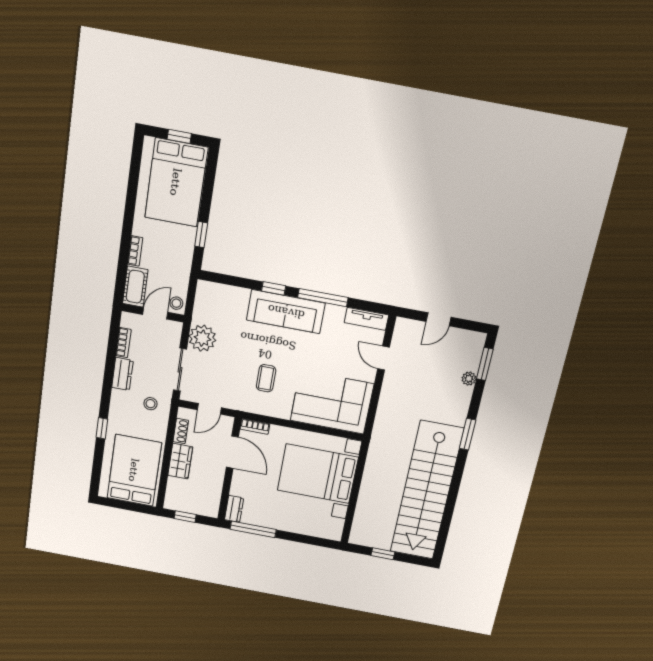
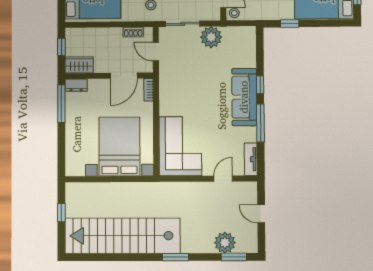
coffee table: (266, 378) -> (189, 91), removed
plant: (469, 379) -> (225, 243), width x1.87, depth x1.87
wardrobe: (180, 461) -> (79, 65), moved, turned 180

